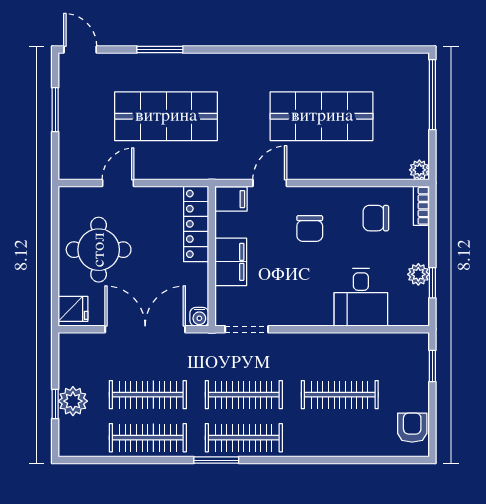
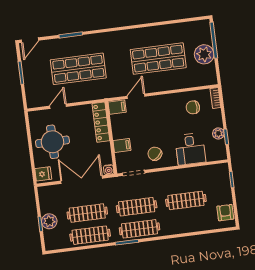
door: (80, 49) -> (30, 40), swing flipped
plant: (419, 170) -> (204, 54), moved, width x1.87, depth x1.87
chair: (310, 228) -> (155, 154), moved, turned 139
filing cabinet: (231, 262) -> (122, 145), width x0.50

